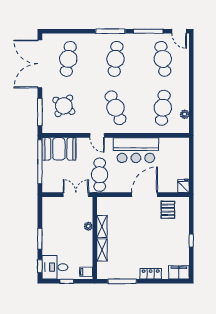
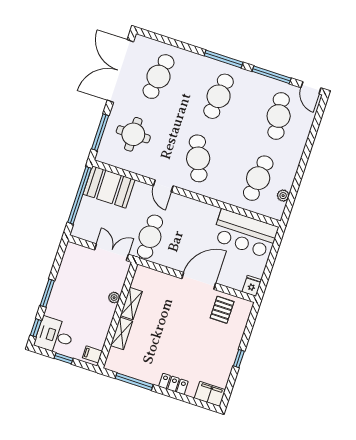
round table: (64, 106) -> (133, 134), turned -36
bar counter: (136, 150) -> (245, 233), moved

